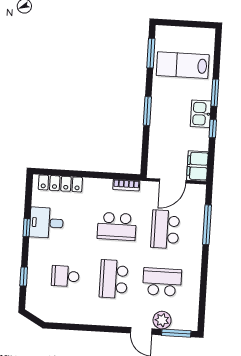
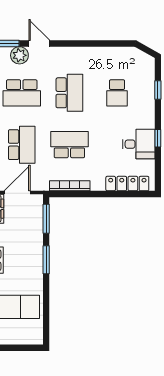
window: (151, 53) -> (46, 219), moved
bookcase: (126, 185) -> (70, 186), width x1.56
school desk: (65, 276) -> (117, 93), turned 90

